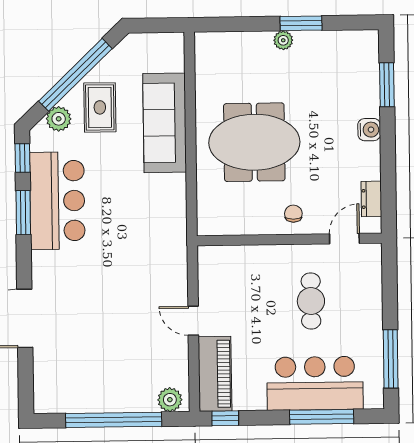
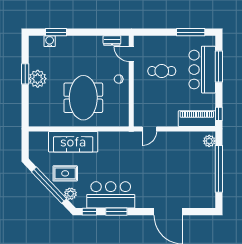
plant: (283, 40) -> (38, 79), width x1.88, depth x1.88
water cooler: (369, 130) -> (50, 41), moved
door: (193, 321) -> (149, 129), moved

